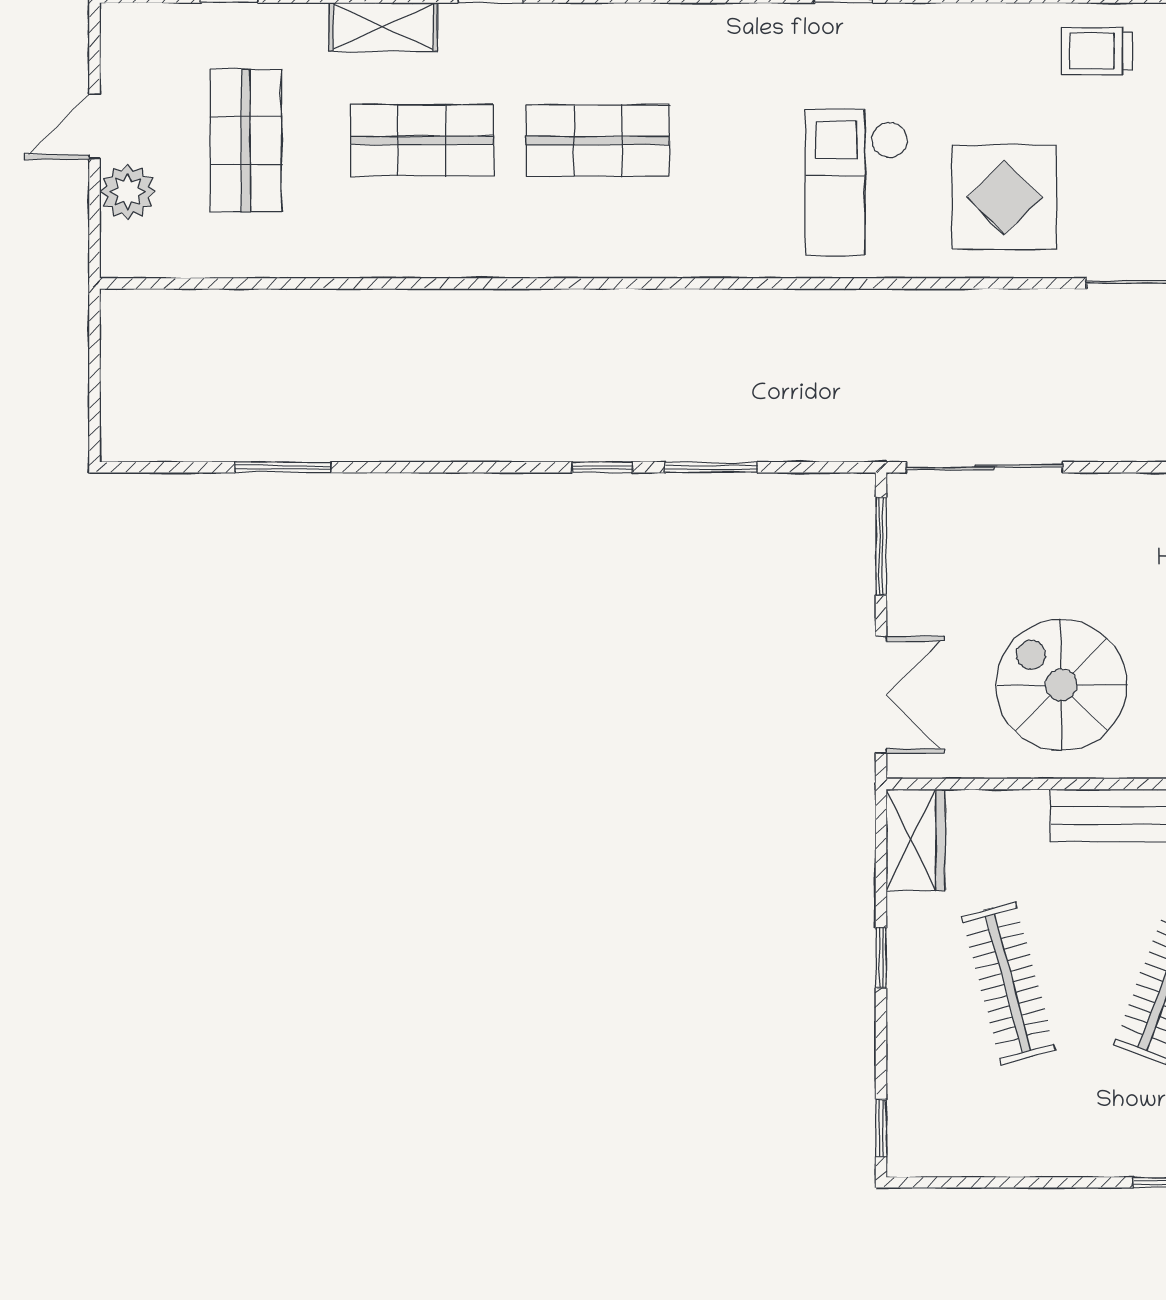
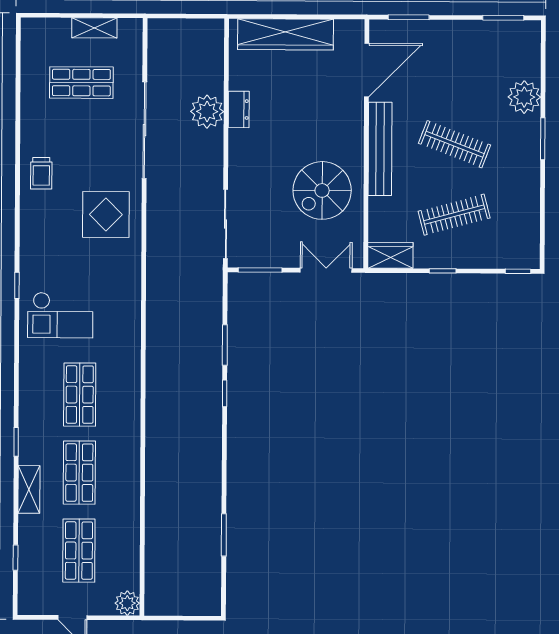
shop shelf: (246, 140) -> (79, 551), turned 90
checkout: (857, 182) -> (60, 315), moved
plant: (128, 192) -> (127, 603), moved

